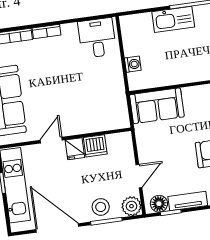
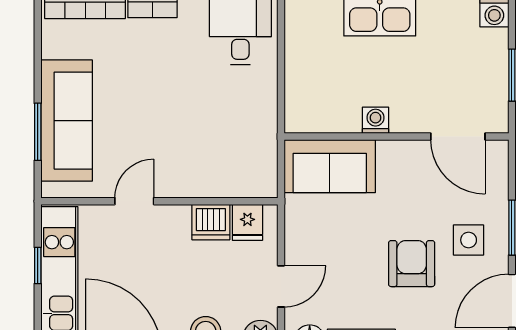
washing machine: (133, 64) -> (375, 120), moved, turned -90
fridge: (75, 149) -> (247, 222), moved

